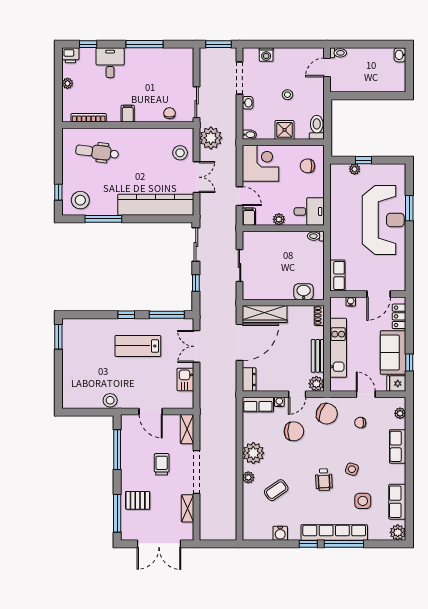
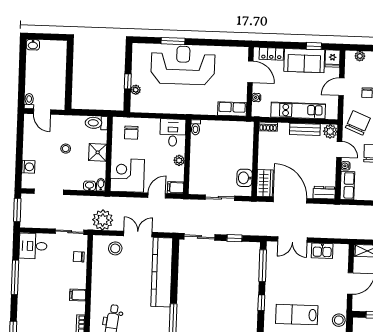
desk: (110, 63) -> (33, 246), moved
washbasin: (248, 103) -> (89, 186), moved
washbasin: (304, 292) -> (244, 178), moved
wardrobe: (265, 314) -> (265, 183), width x0.67
lab bench: (138, 346) -> (297, 315), moved, turned 90

